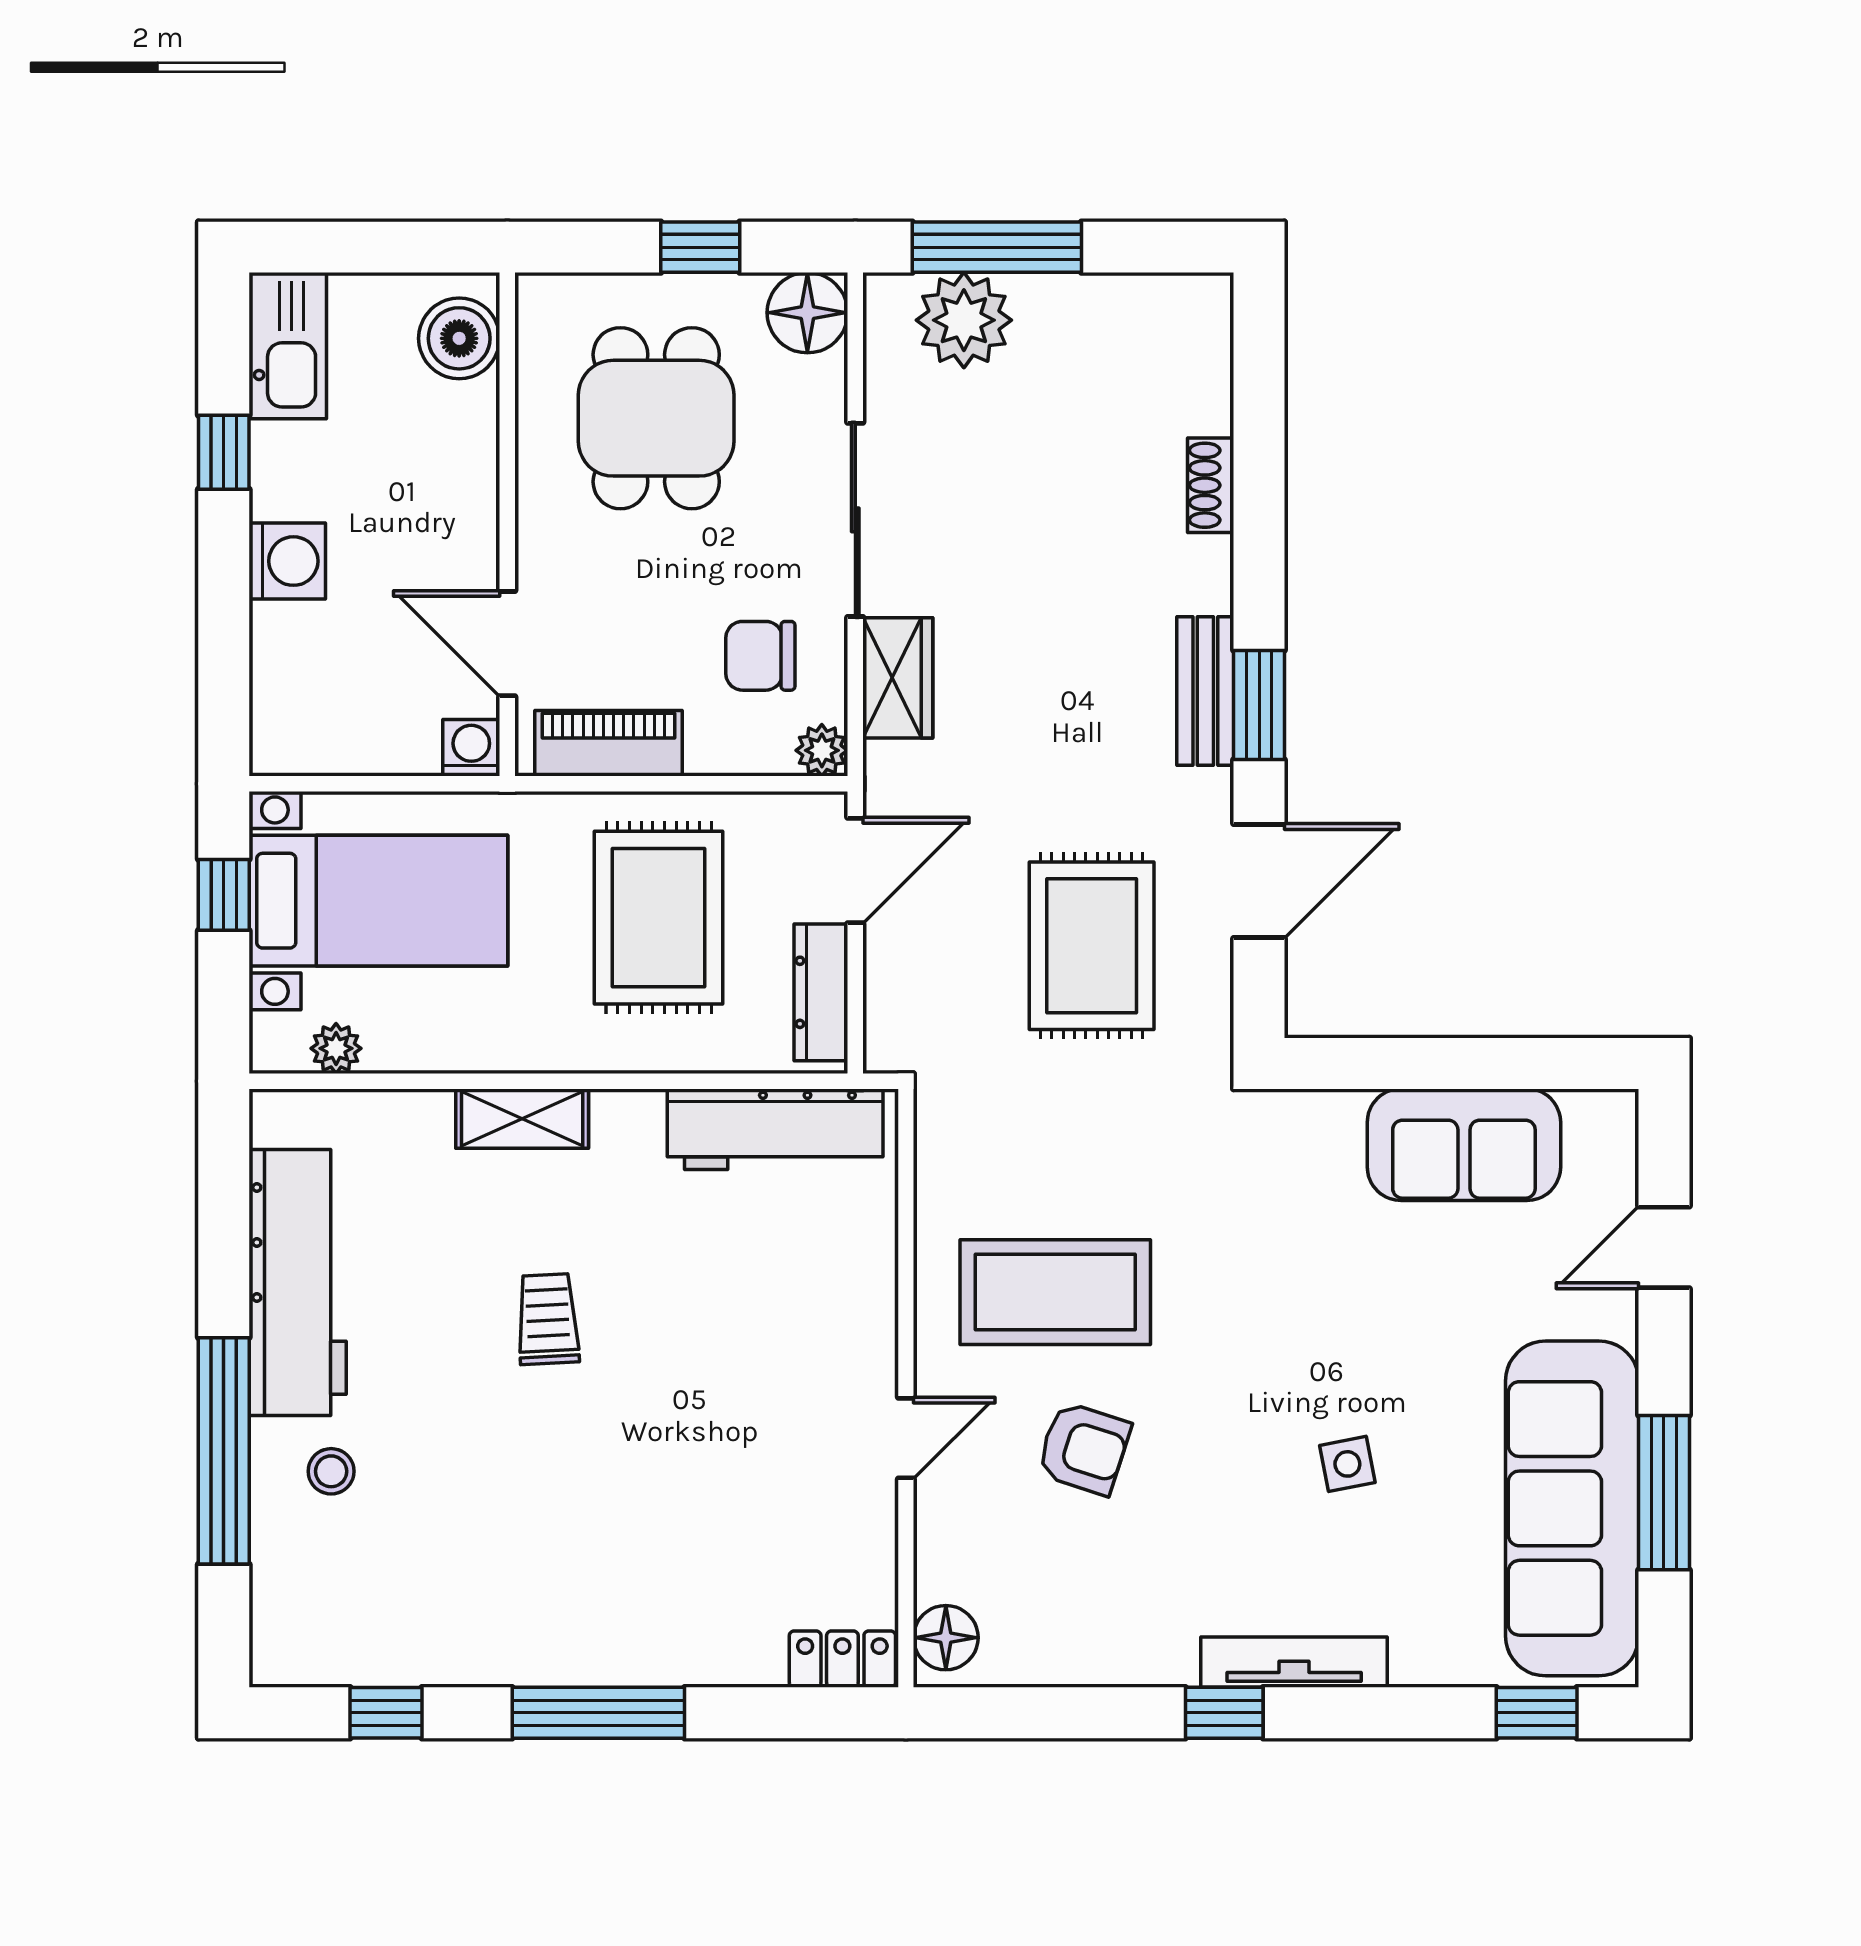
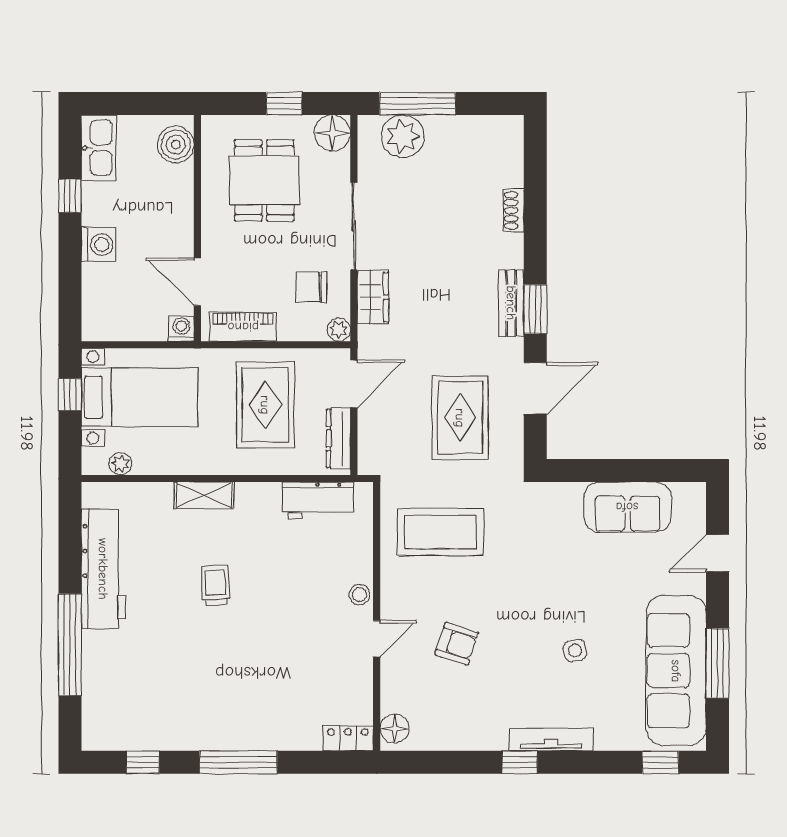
workbench: (775, 1129) -> (318, 500), width x0.73
coffee table: (1055, 1292) -> (441, 532), moved
stool: (331, 1471) -> (359, 595), moved

